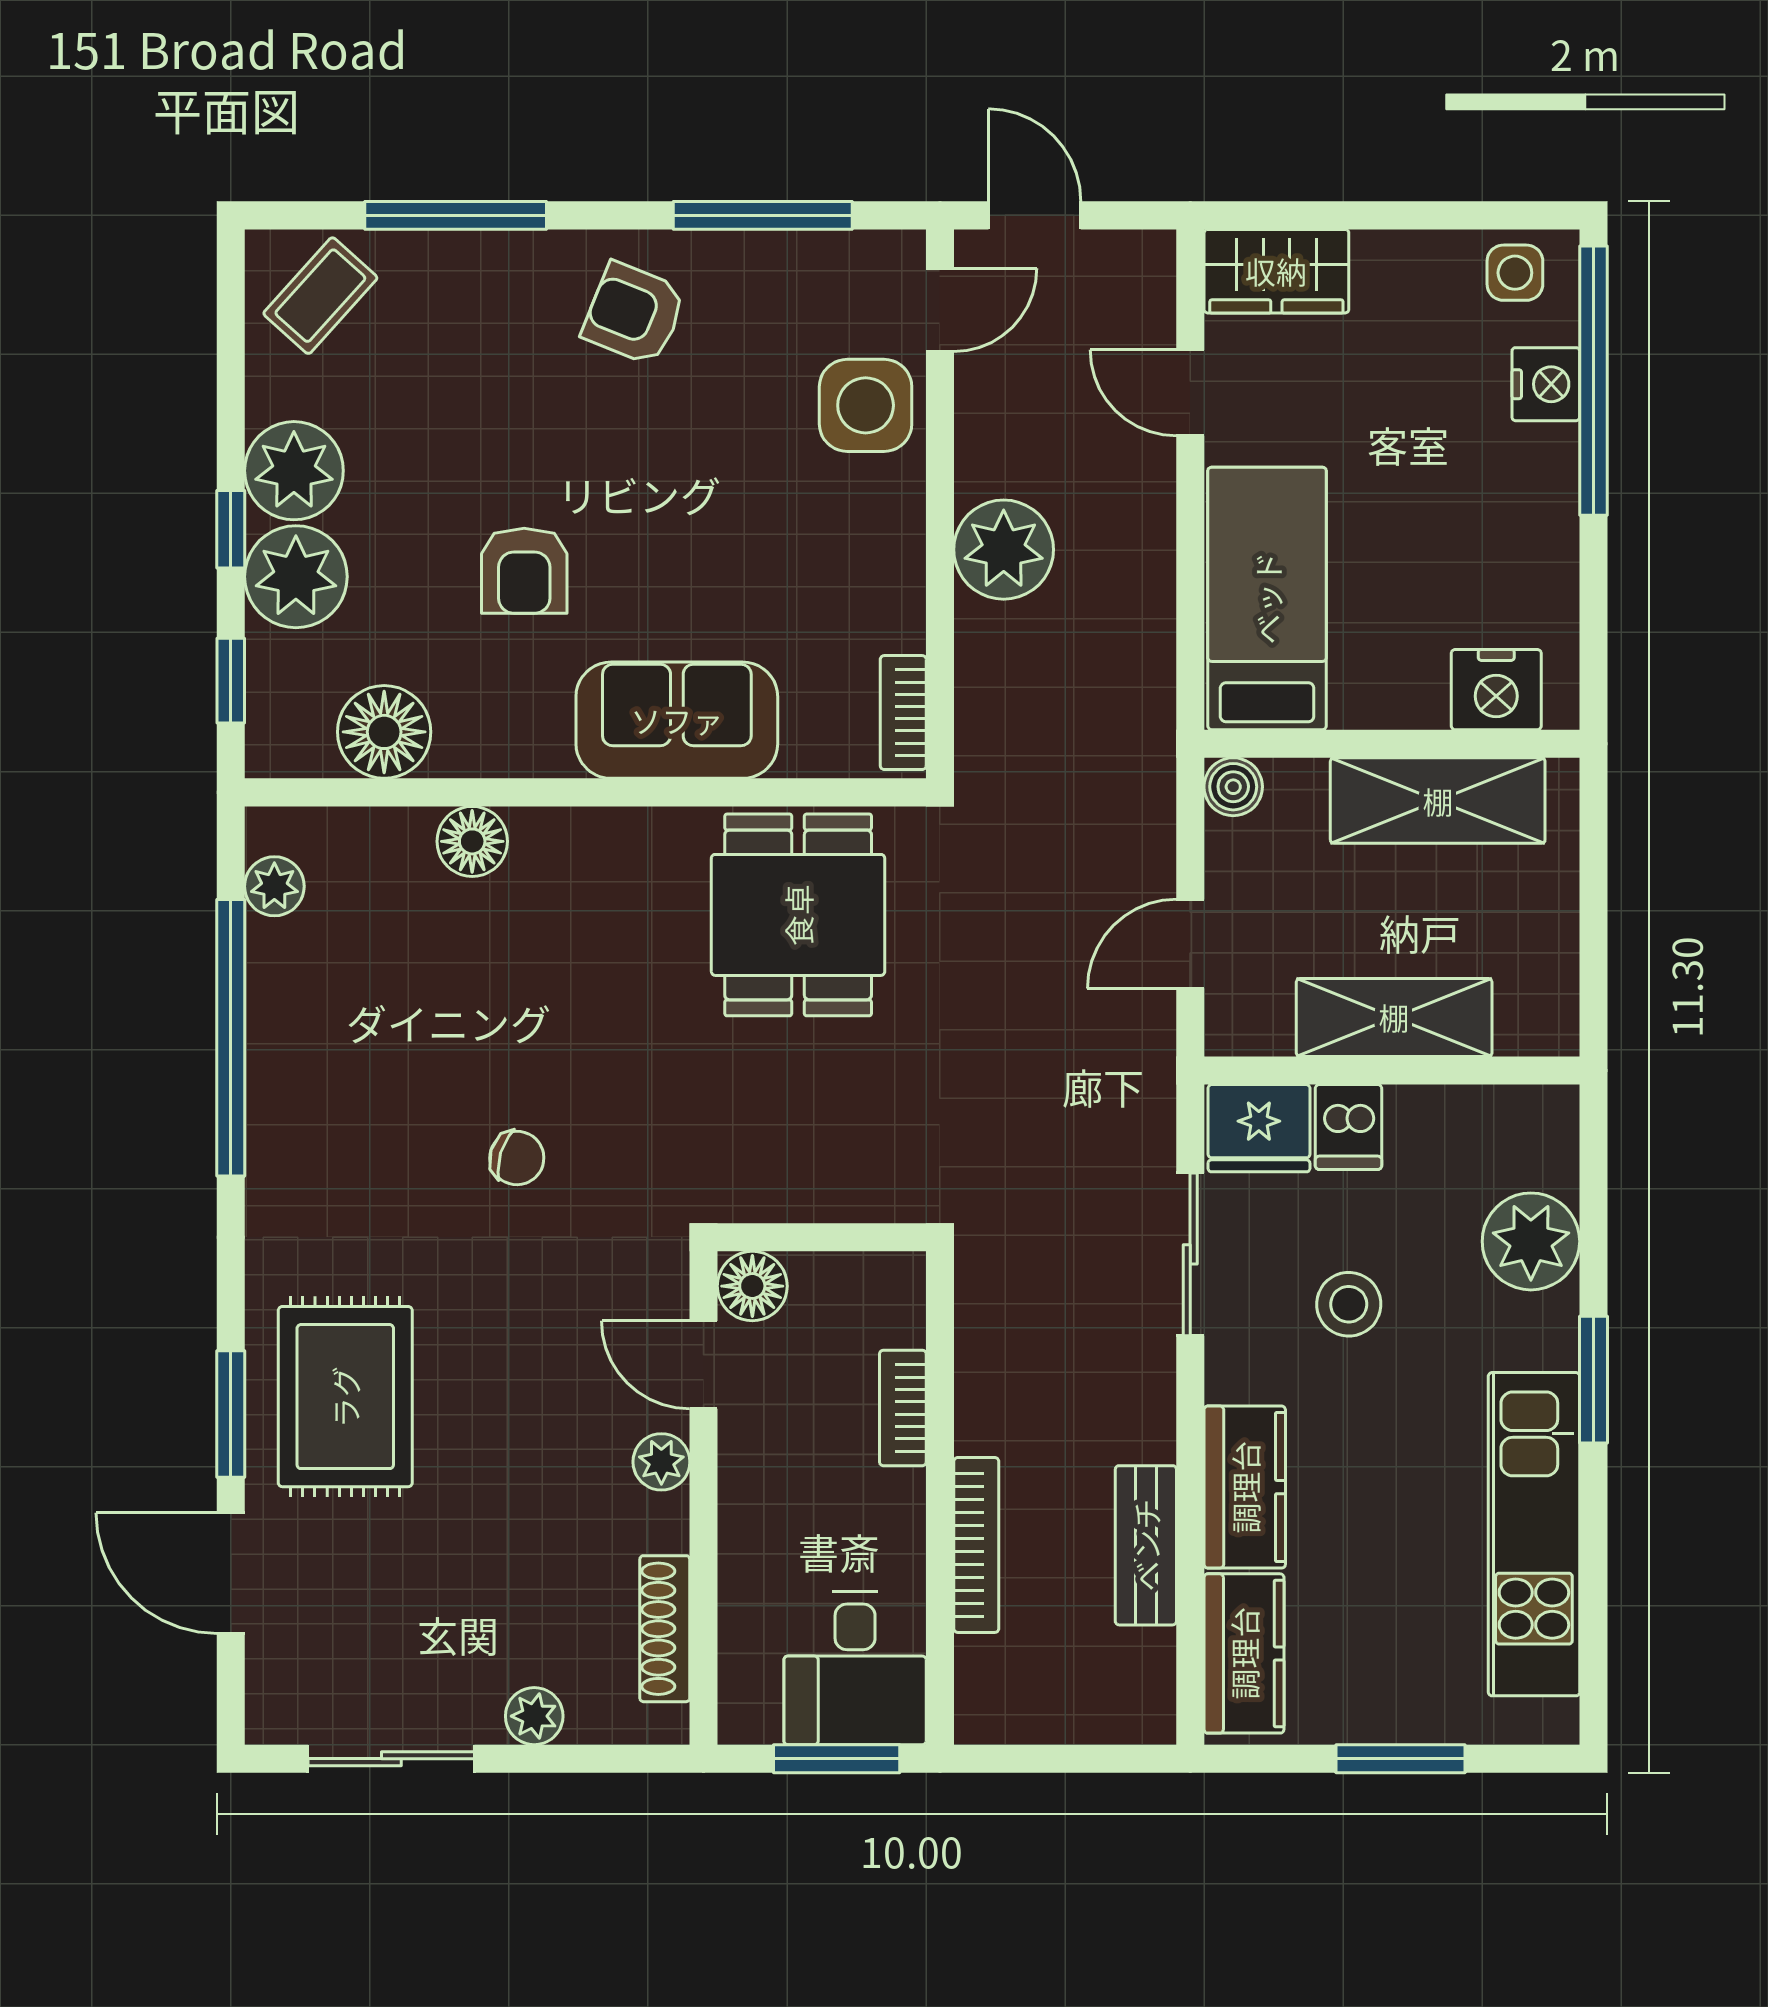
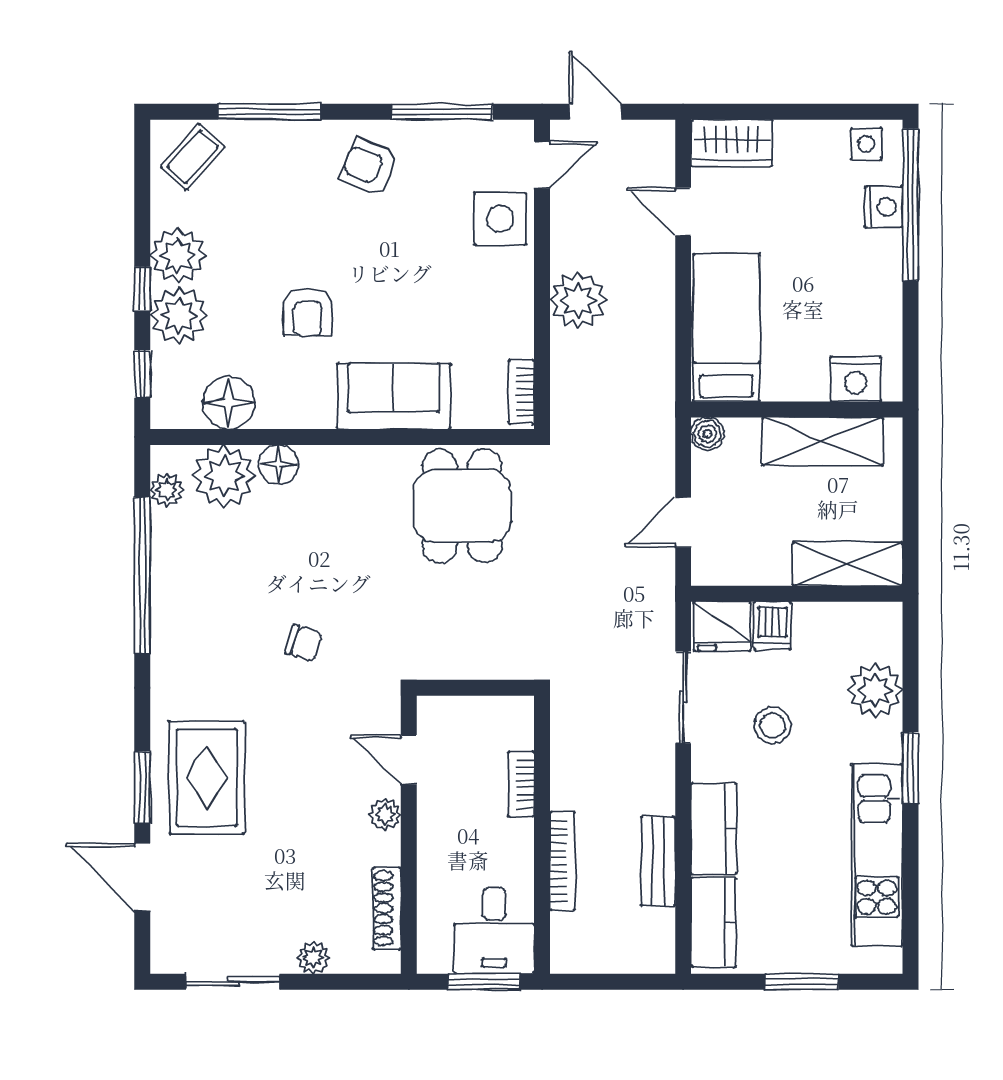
plant: (376, 862) -> (224, 476), added
shelving: (1394, 1017) -> (848, 564), moved
floor lamp: (752, 1286) -> (436, 715), removed

